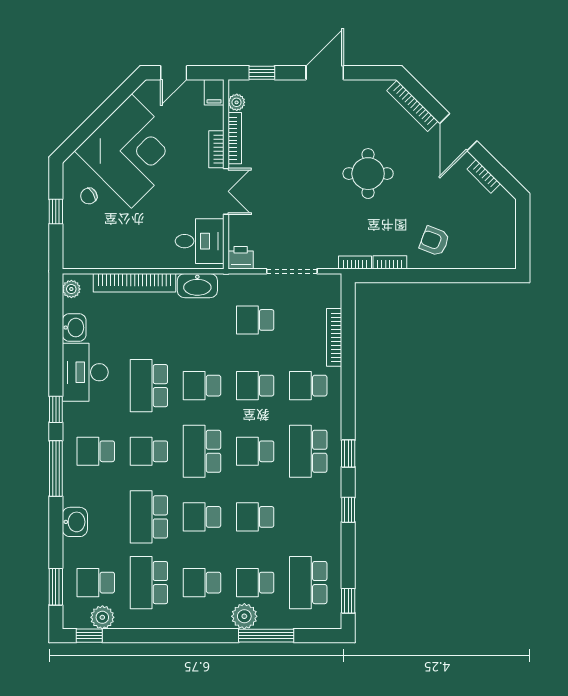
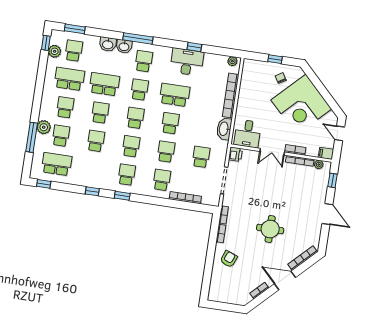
washbasin: (74, 328) -> (124, 46), moved
window: (56, 409) -> (194, 47), moved
school desk: (202, 451) -> (135, 118), width x0.54
school desk: (308, 451) -> (127, 175), width x0.54

